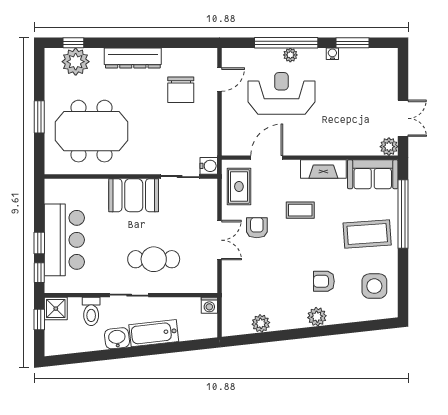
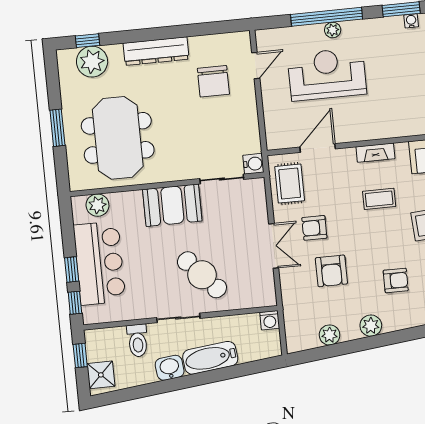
water cooler: (332, 54) -> (411, 21), moved
meeting table: (91, 131) -> (118, 138), turned 90
fireplace: (323, 169) -> (375, 153), width x0.73, depth x0.76
plant: (68, 189) -> (97, 205), added
coffee table: (300, 210) -> (379, 199), moved
armchair: (257, 228) -> (314, 228), turned -90
cafe table: (154, 259) -> (202, 275), turned 48
armchair: (268, 267) -> (331, 271), added
armchair: (324, 281) -> (396, 281), turned 180
shower: (56, 309) -> (101, 375), moved
plant: (317, 317) -> (371, 326), moved

